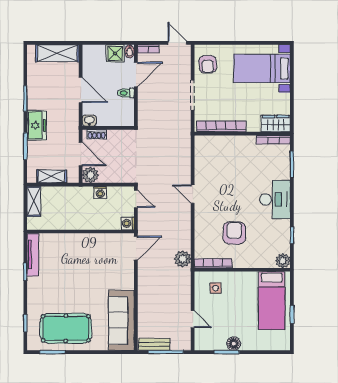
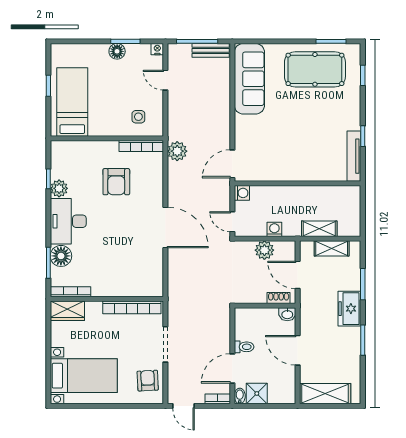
floor lamp: (281, 170) -> (61, 256), added
plant: (90, 175) -> (264, 250), moved
door: (193, 194) -> (165, 228), width x1.88
shelving: (34, 201) -> (319, 229), moved, turned 90
plant: (283, 261) -> (59, 188), moved
nightstand: (200, 345) -> (157, 49), added

